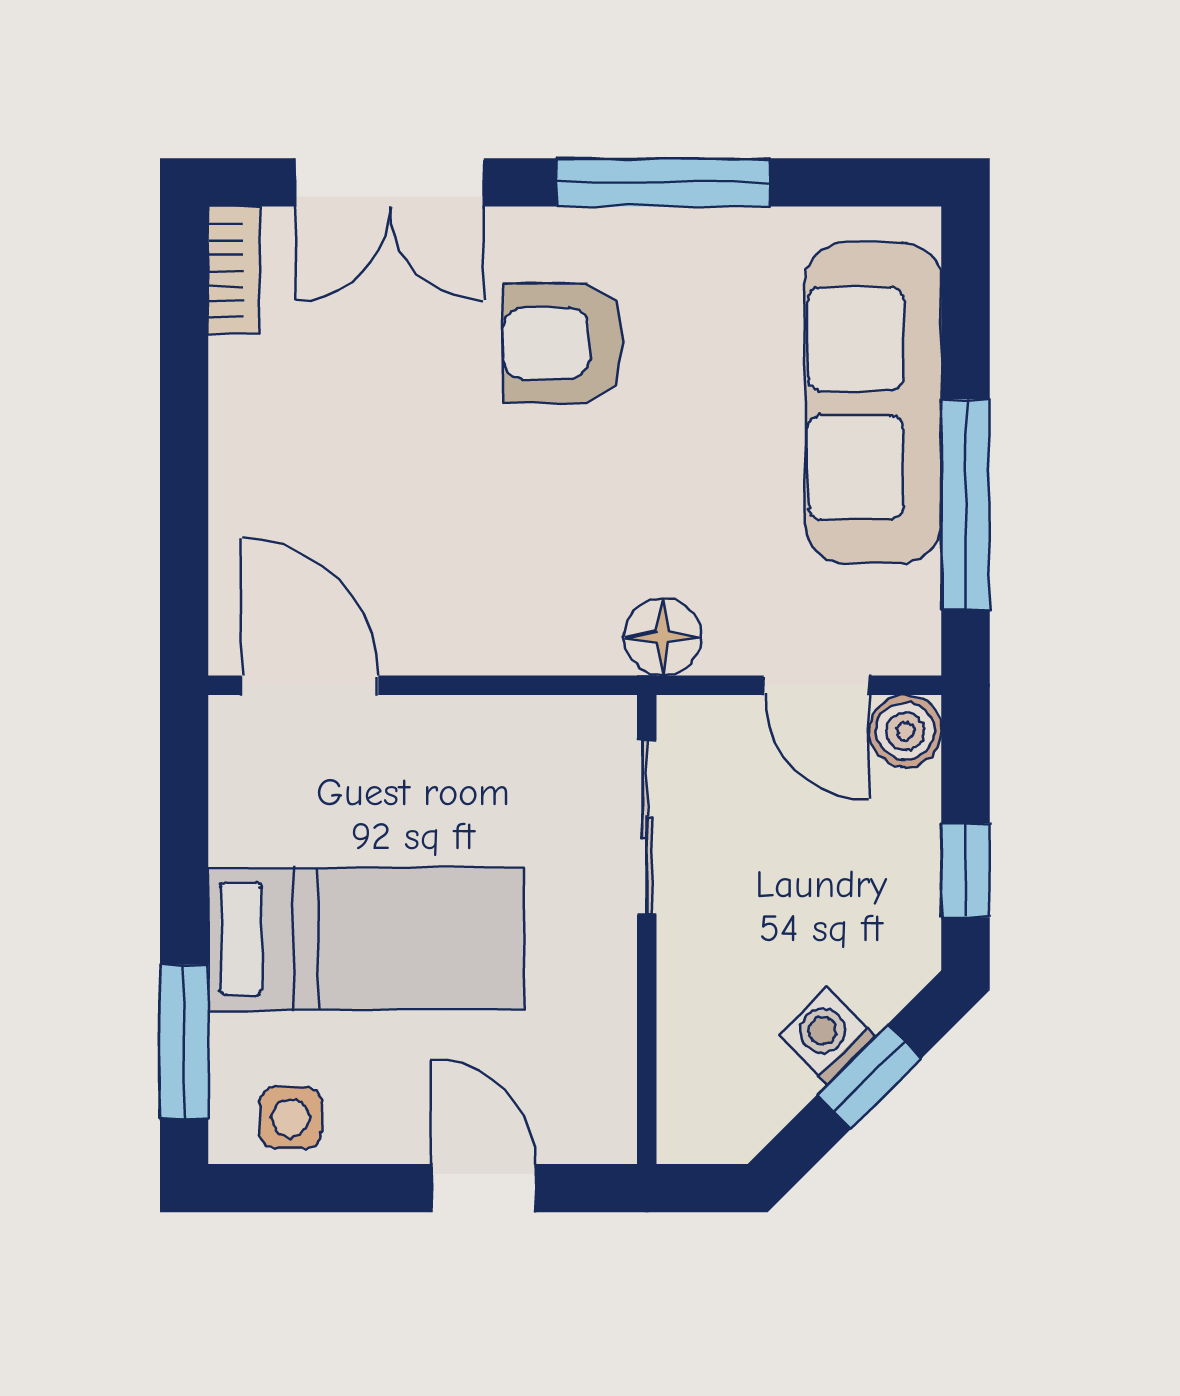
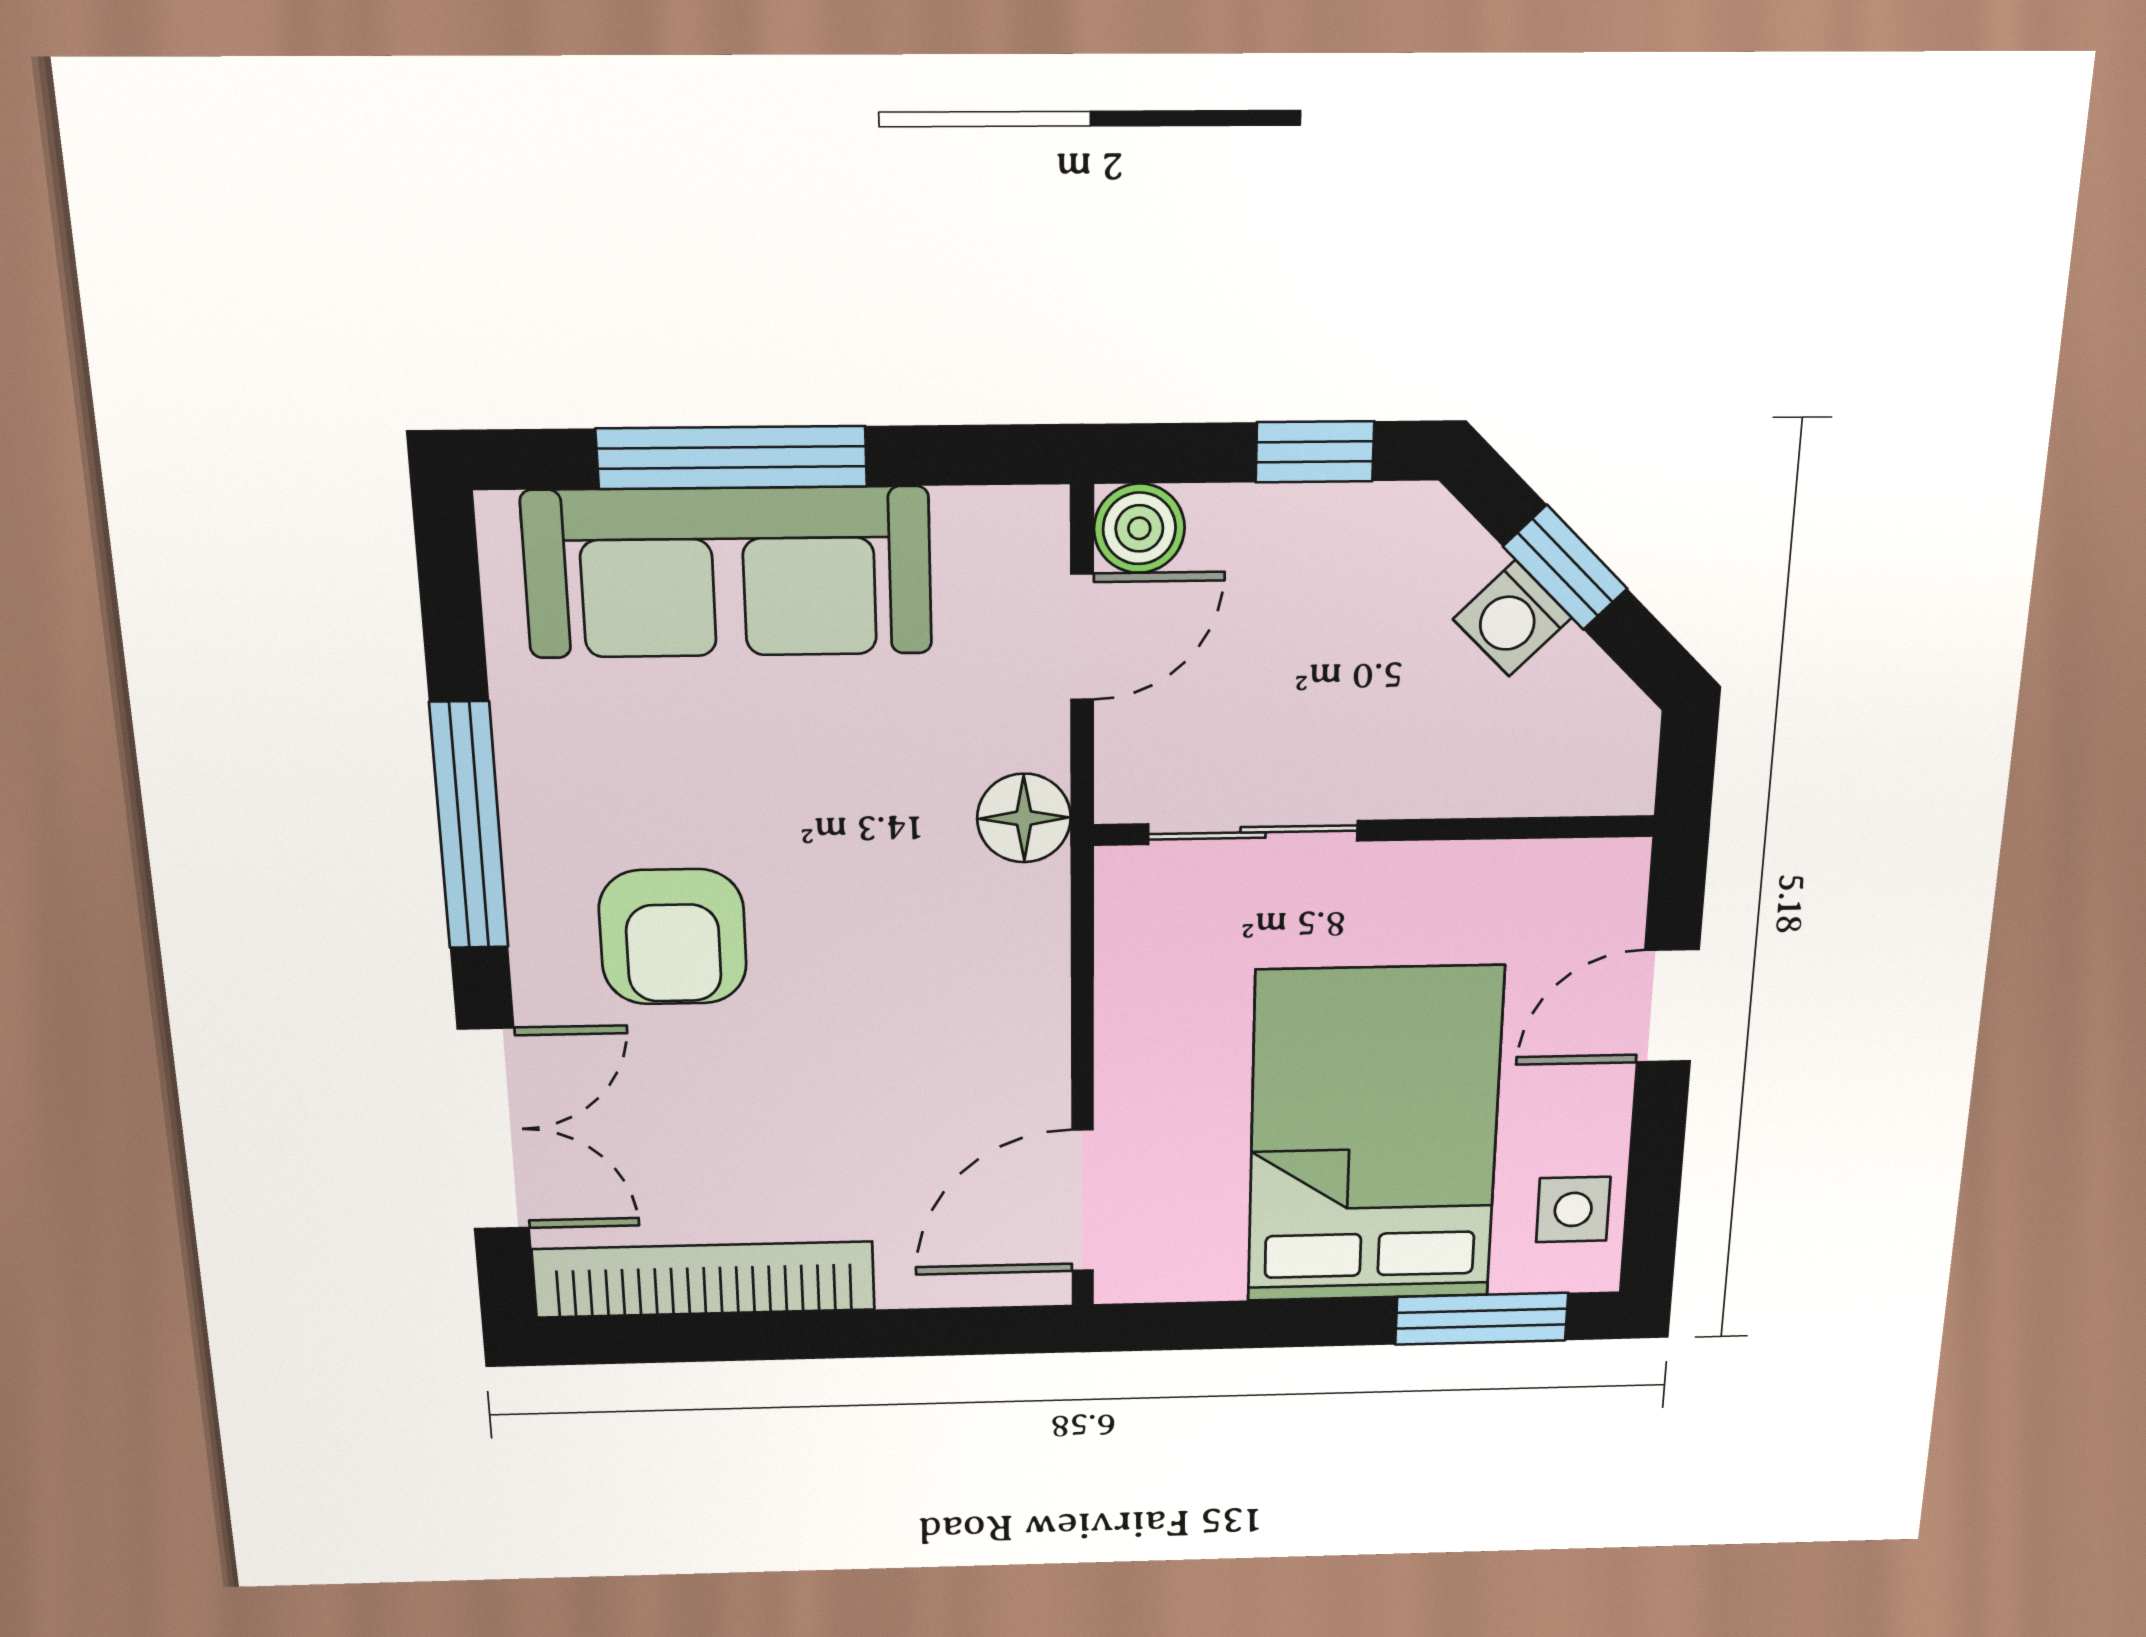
bookcase: (234, 270) -> (704, 1280), width x2.31, depth x1.31
window: (966, 504) -> (732, 457), moved
bed: (366, 939) -> (1374, 1136), width x1.50

